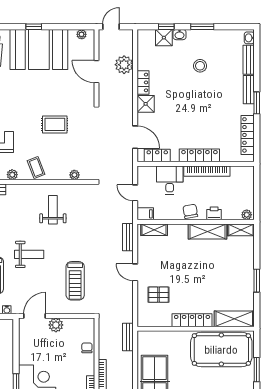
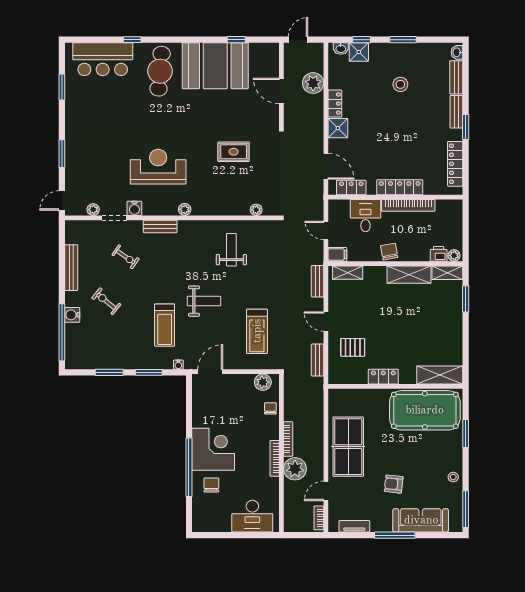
window: (34, 27) -> (236, 40), moved
plant: (82, 34) -> (264, 48), removed
washbasin: (180, 35) -> (341, 49), moved
coffee table: (36, 168) -> (212, 201), removed
printer: (214, 213) -> (439, 254), moved
window: (257, 281) -> (466, 299), moved
locker: (192, 320) -> (383, 377), width x0.66
plant: (56, 325) -> (263, 382), moved
bench: (128, 337) -> (317, 360), moved

